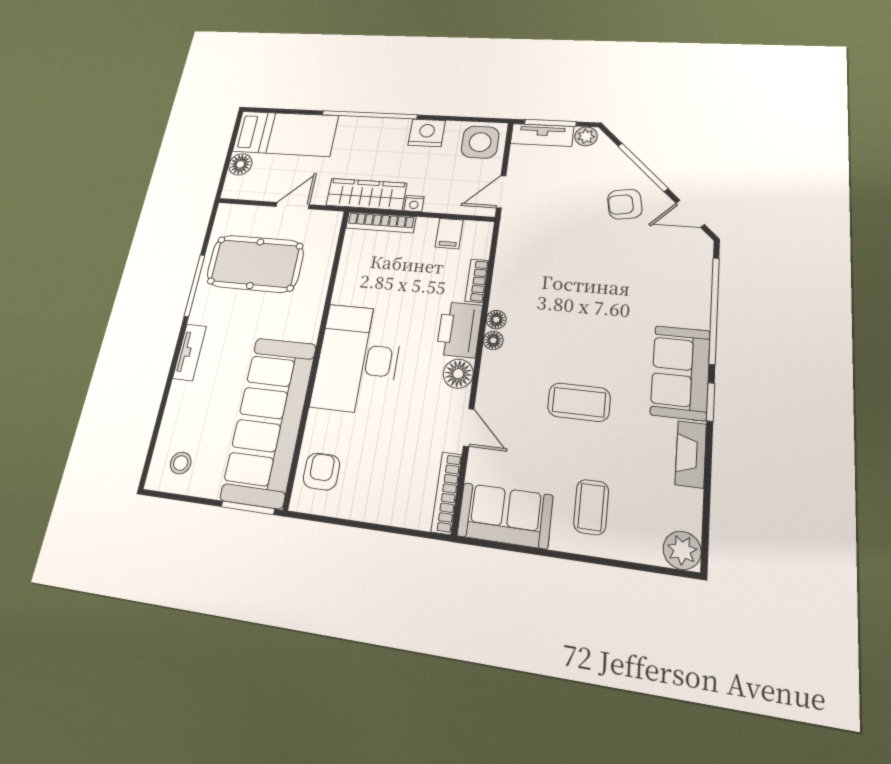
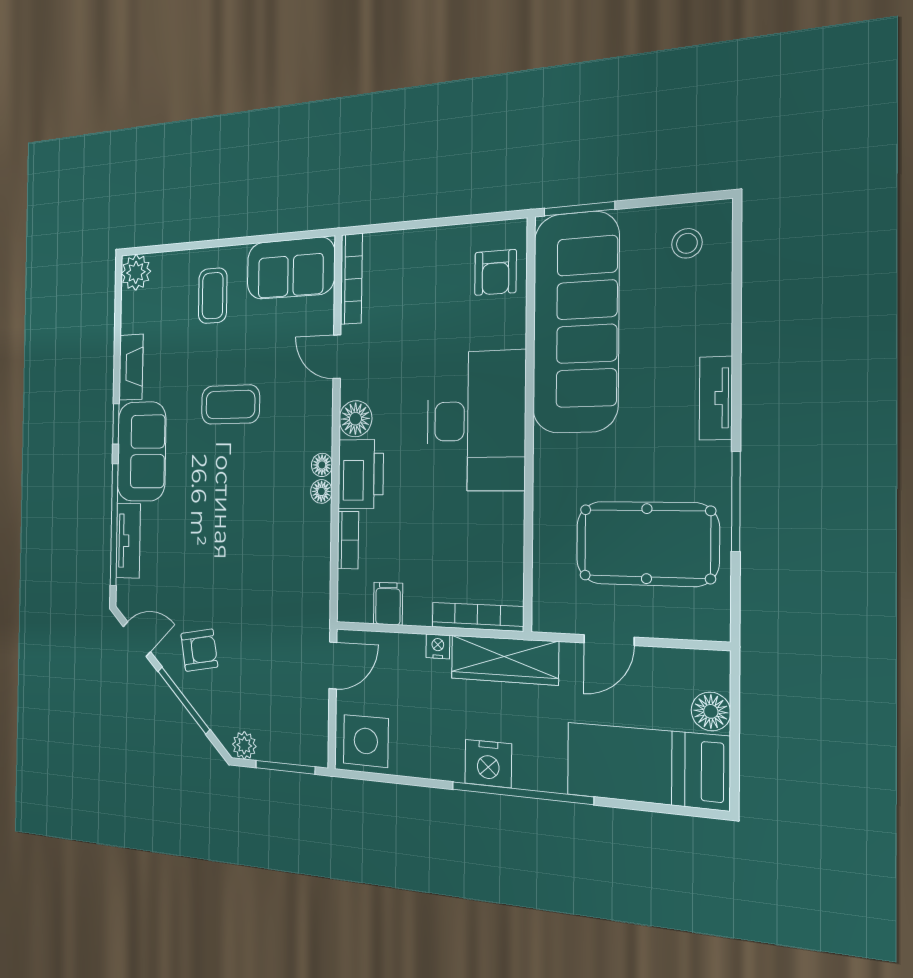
nightstand: (427, 133) -> (488, 764), moved
tv unit: (542, 135) -> (128, 541), moved, turned 90

